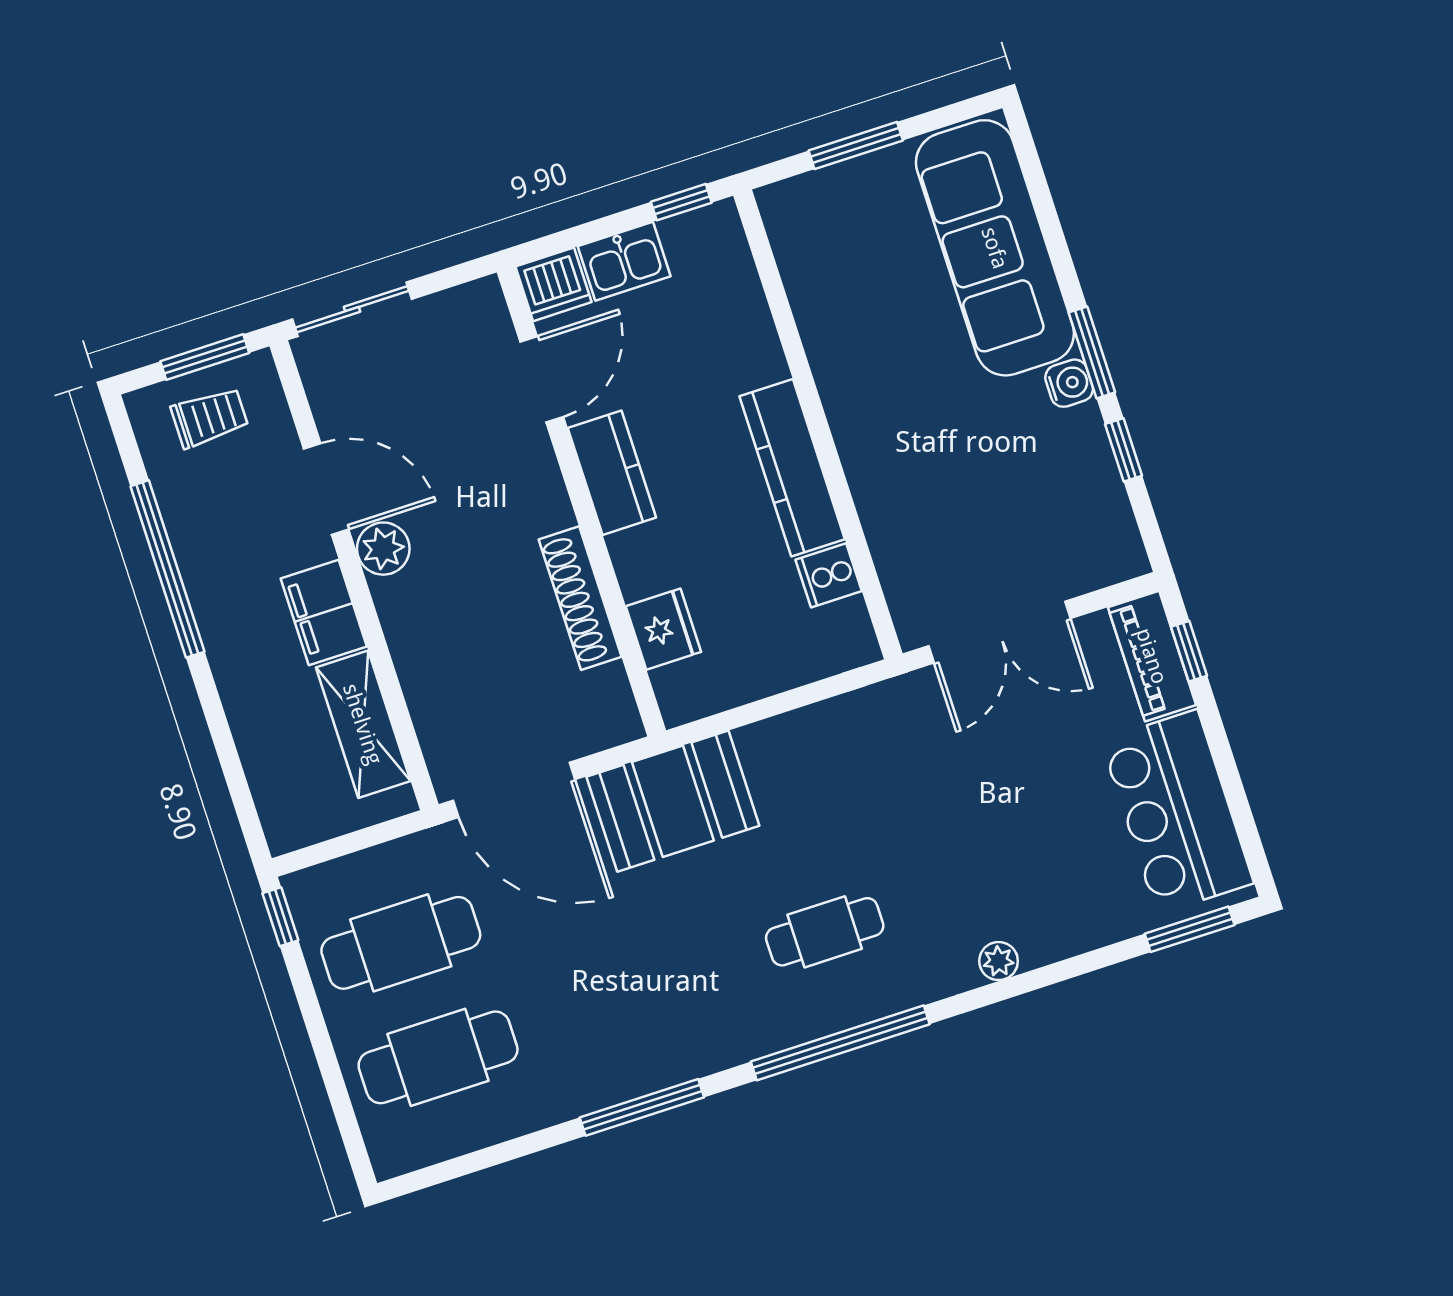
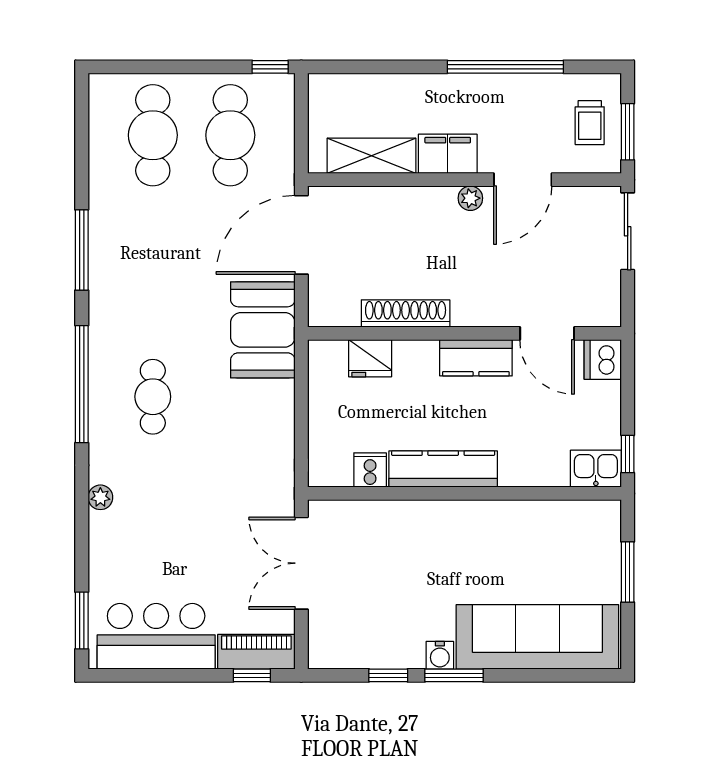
kitchen sink: (624, 261) -> (596, 469), moved, turned 90
plant: (383, 549) -> (470, 198), width x0.73, depth x0.73

